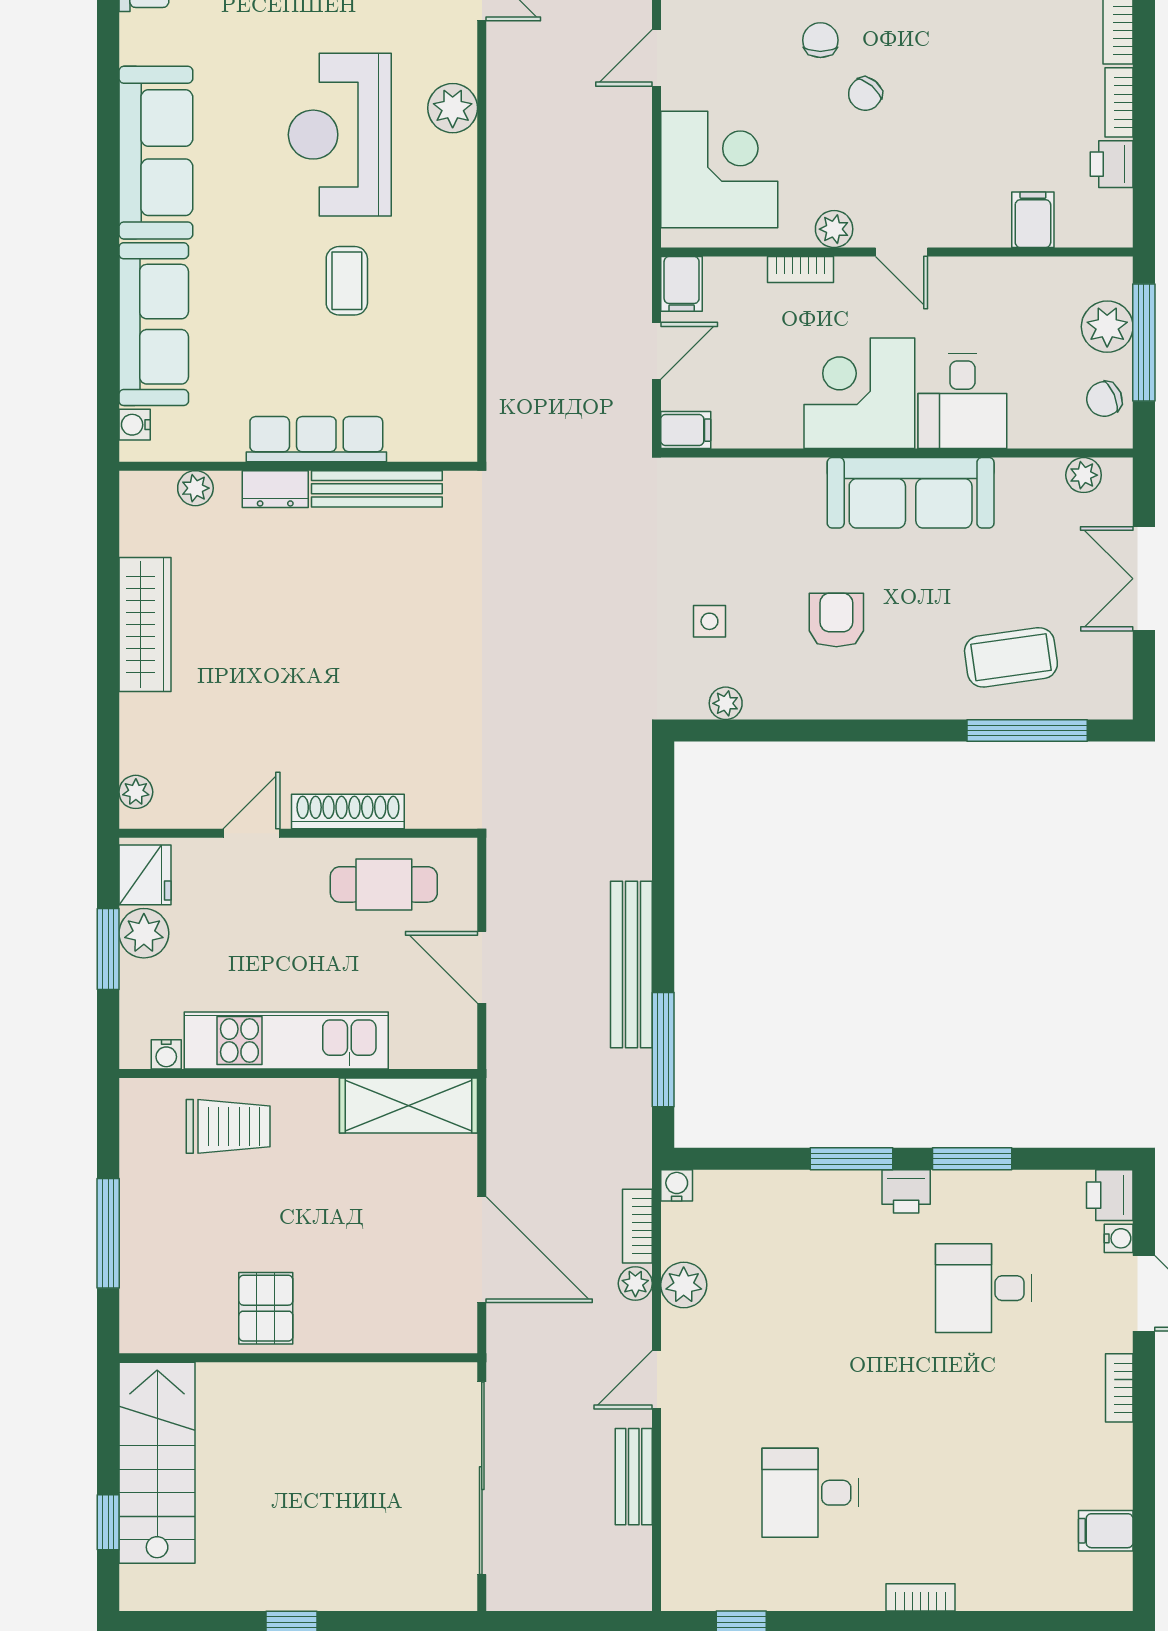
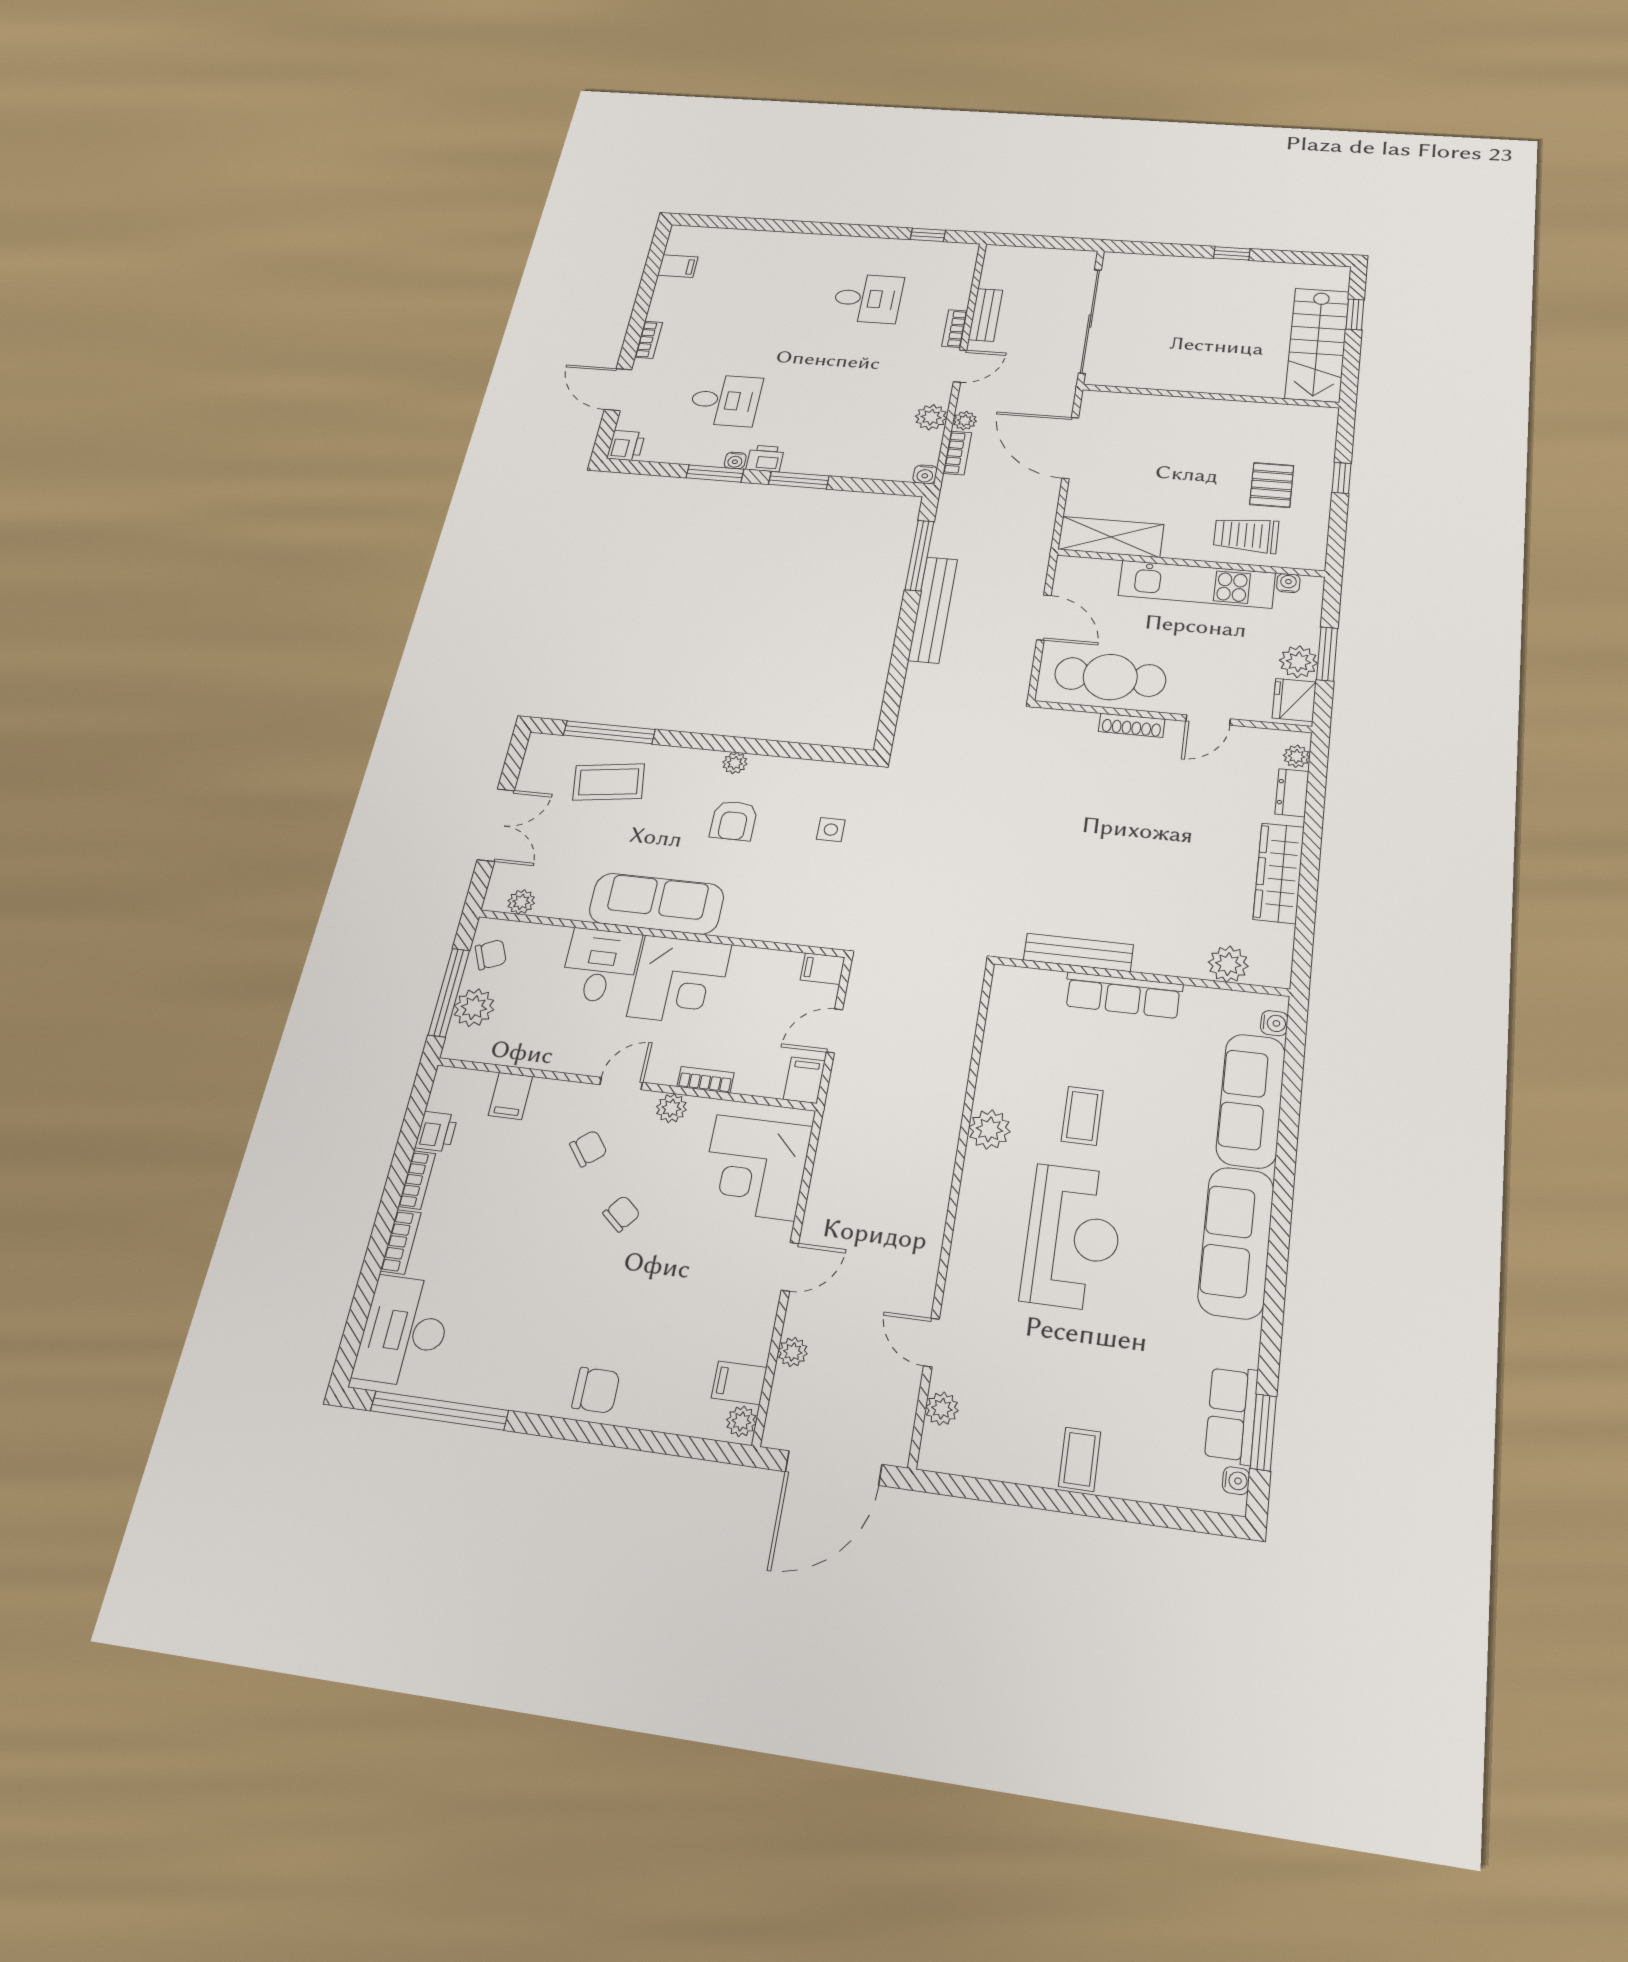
chair: (820, 40) -> (588, 1148), moved, turned -128
plant: (453, 108) -> (989, 1129), moved
door: (902, 252) -> (621, 1084), hinge flipped
plant: (195, 488) -> (1228, 964), width x1.38, depth x1.38
dresser: (275, 489) -> (1292, 793), moved, turned -90
plant: (726, 703) -> (735, 763), moved
shoe rack: (348, 811) -> (1132, 725), width x0.74, depth x0.81
cafe table: (384, 884) -> (1110, 677), width x1.37, depth x1.35
window: (108, 1233) -> (1342, 478), width x0.46
water cooler: (1119, 1238) -> (735, 460), moved, turned -90
pallet: (266, 1308) -> (1272, 485), moved
bookcase: (921, 1597) -> (955, 329), moved, turned 90

